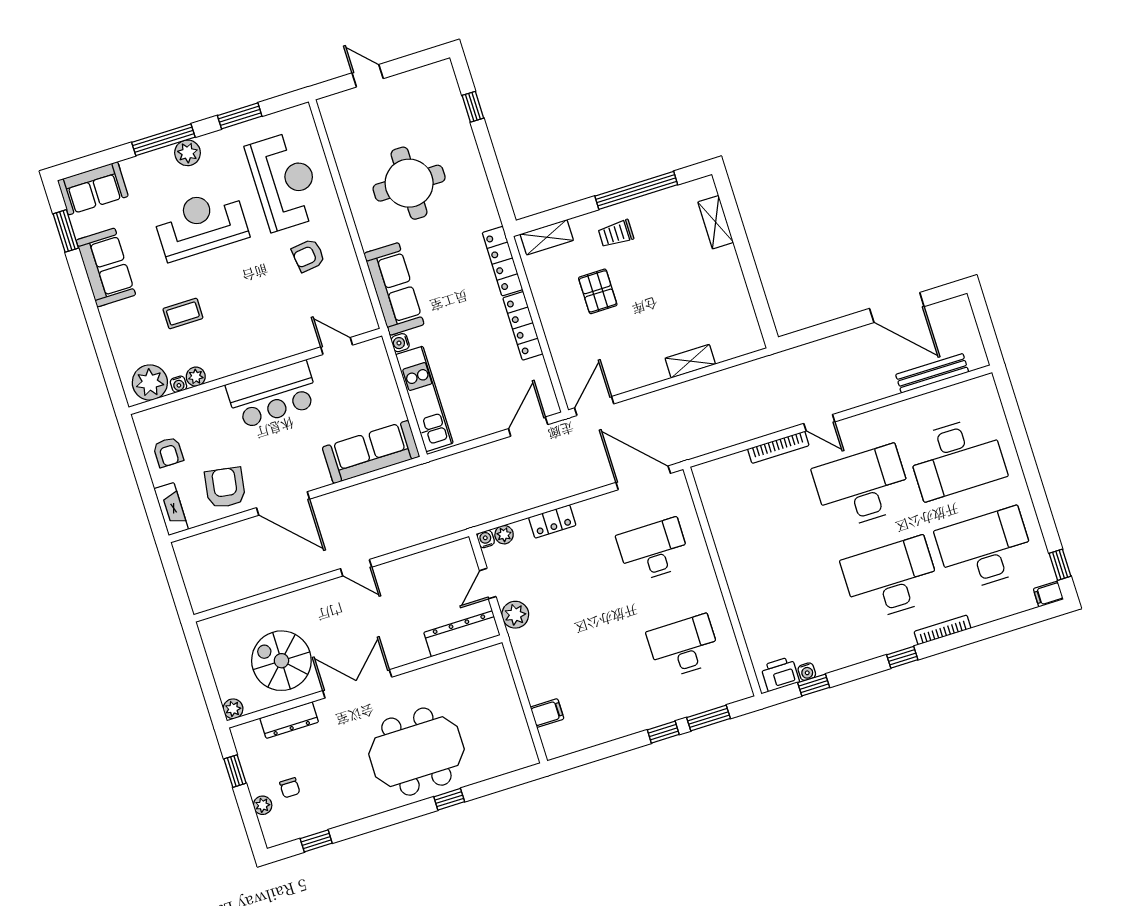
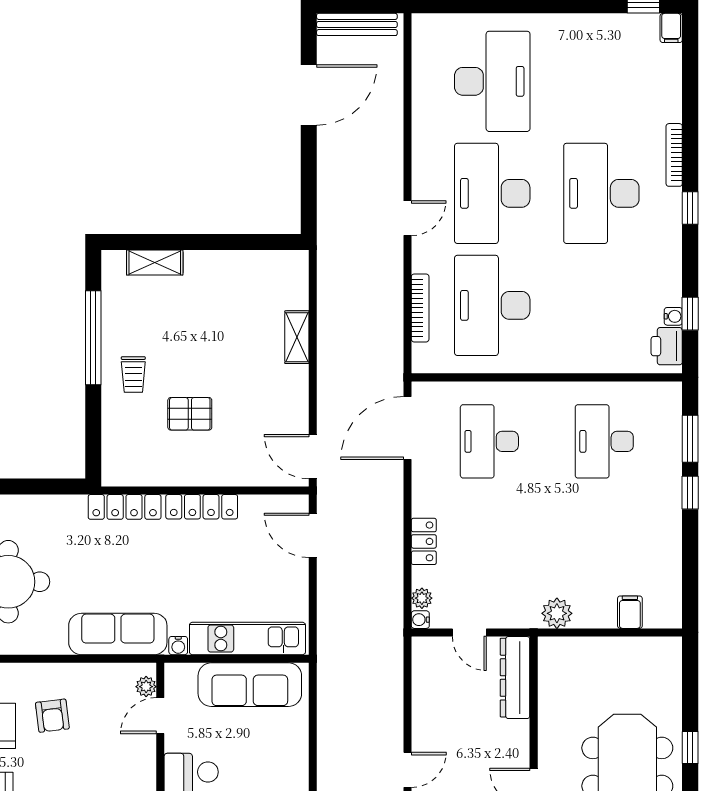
shelving: (547, 237) -> (114, 451), removed
plant: (357, 326) -> (146, 687), added
bench: (932, 373) -> (357, 24), moved, turned 90
bookcase: (778, 447) -> (420, 308), moved
sofa: (371, 452) -> (250, 685), moved, turned -90
desk: (985, 549) -> (492, 305), moved
plant: (515, 615) -> (557, 613), moved

